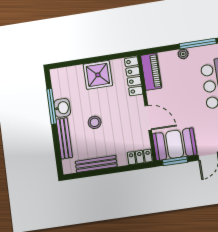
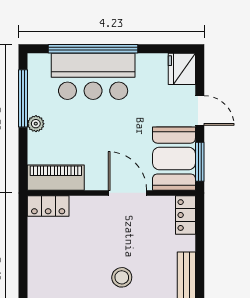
shower: (98, 75) -> (48, 262), removed
locker: (134, 76) -> (48, 206), width x0.66
door: (148, 118) -> (127, 193), hinge flipped

